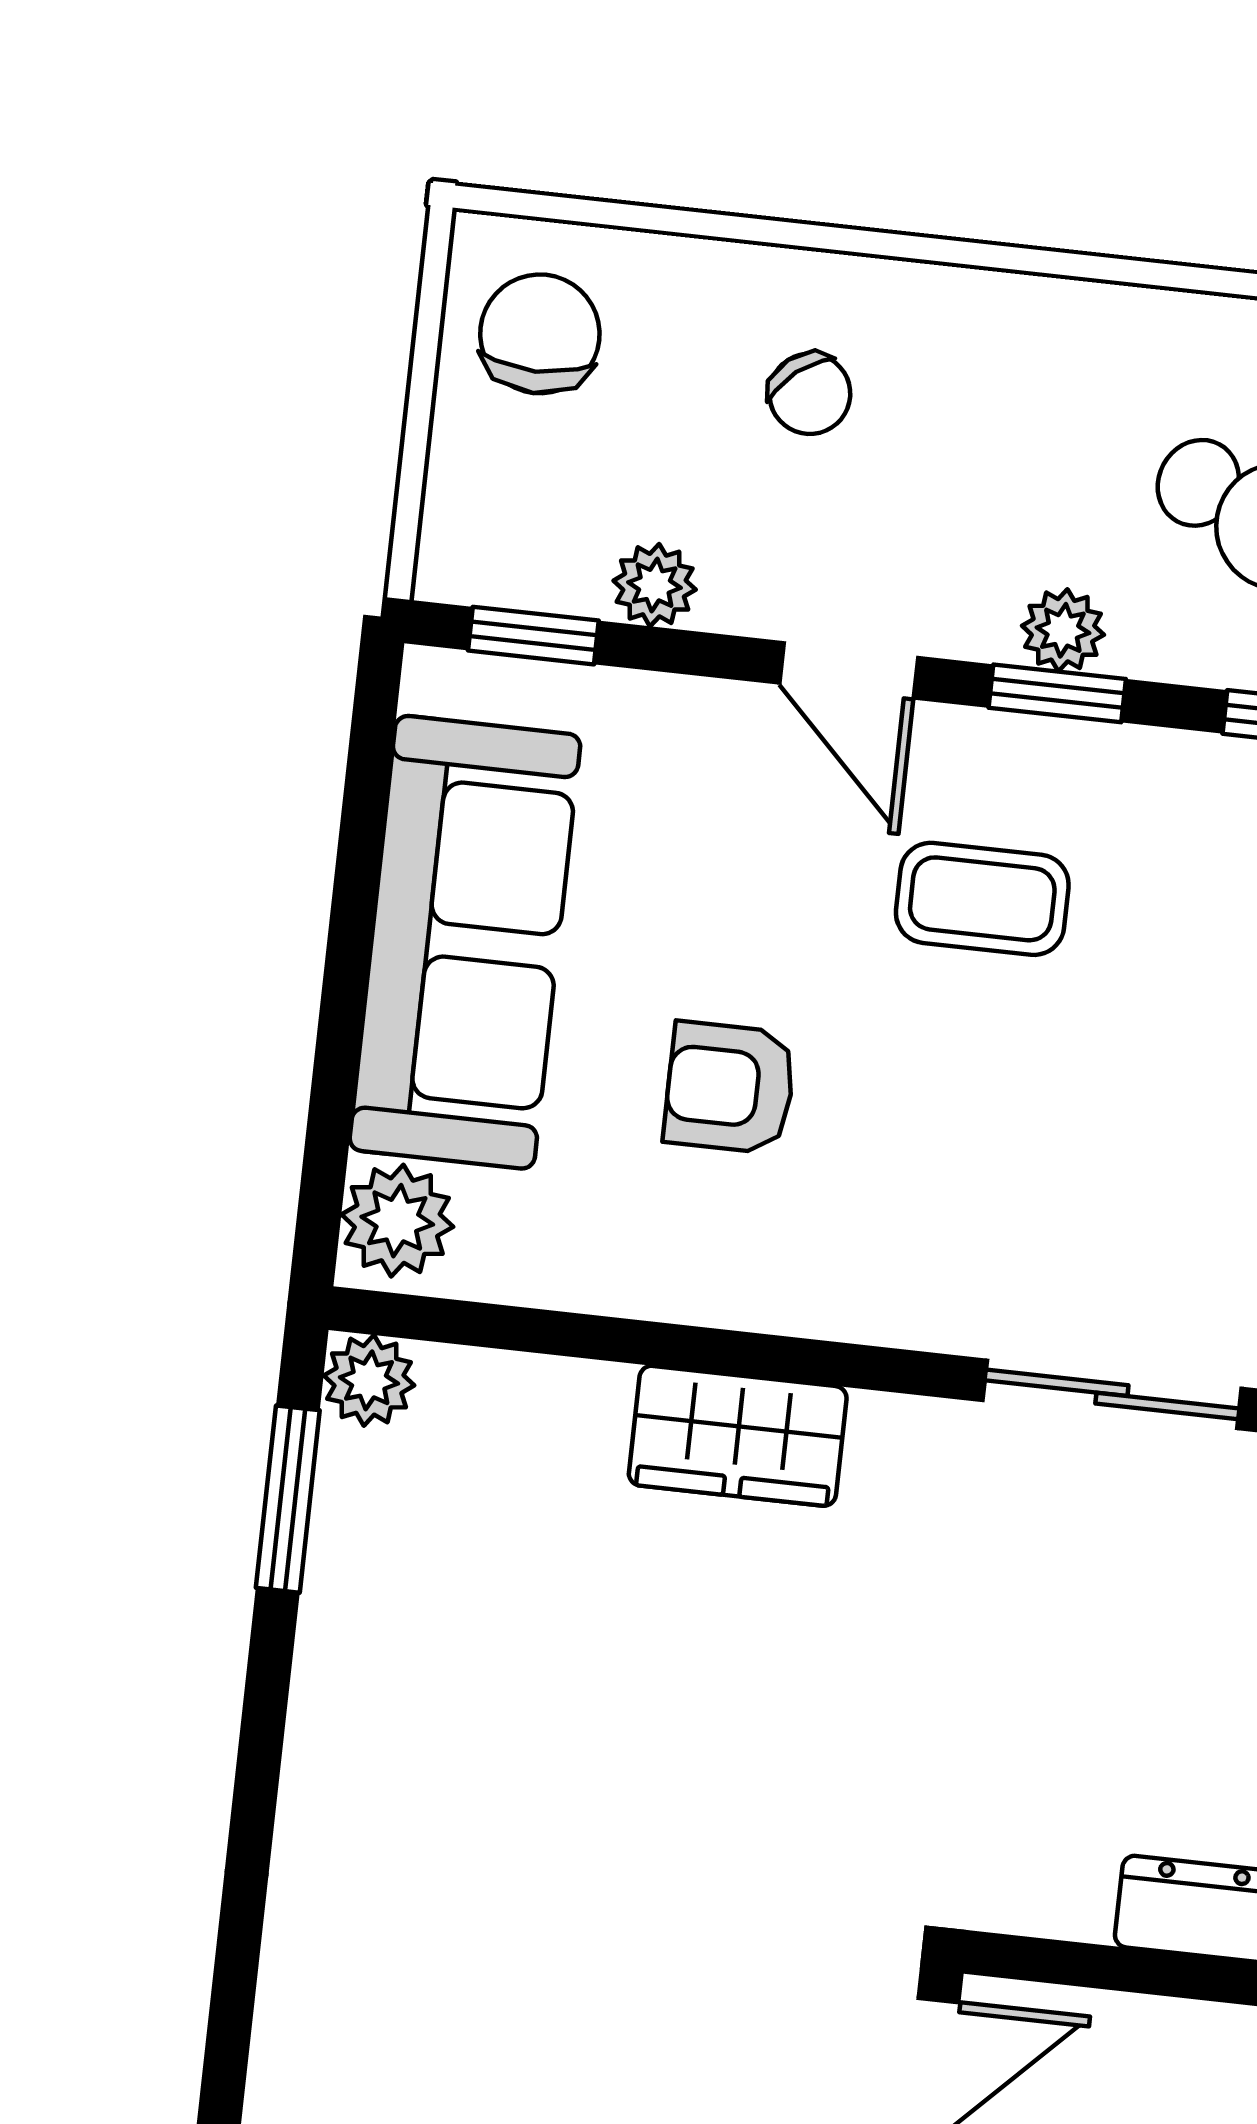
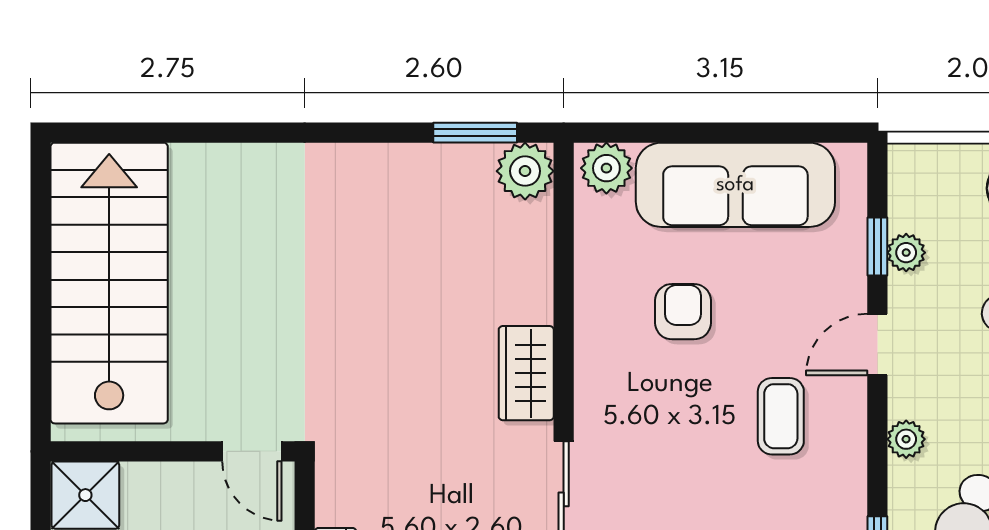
window: (533, 636) -> (877, 246), moved
window: (1057, 693) -> (877, 440), removed
plant: (369, 1380) -> (525, 171), width x1.38, depth x1.38
wardrobe: (738, 1436) -> (526, 373), moved

